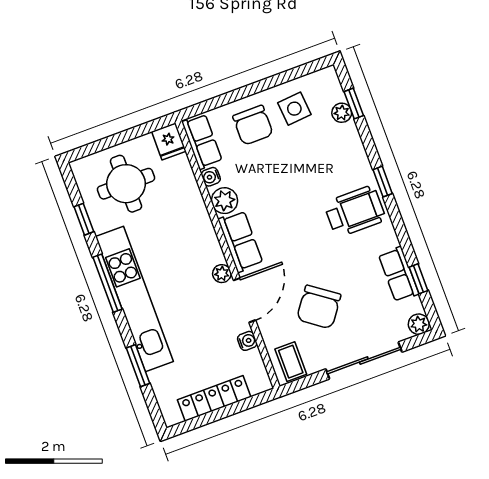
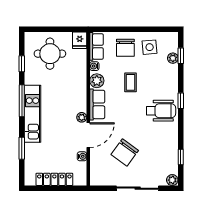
row of seats: (399, 274) -> (171, 151), removed
kitchen unit: (134, 299) -> (33, 114), width x0.73
coffee table: (291, 362) -> (131, 82), moved

